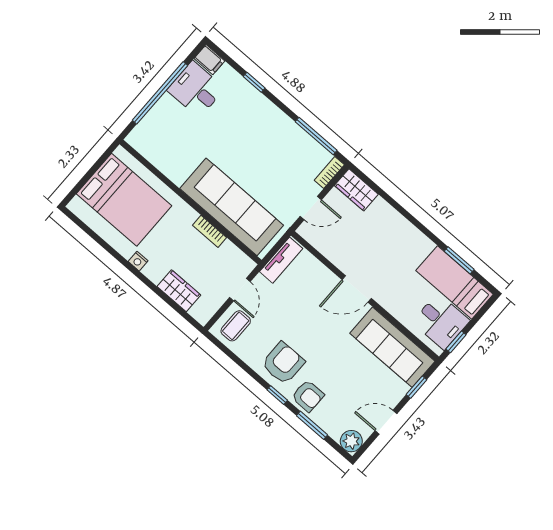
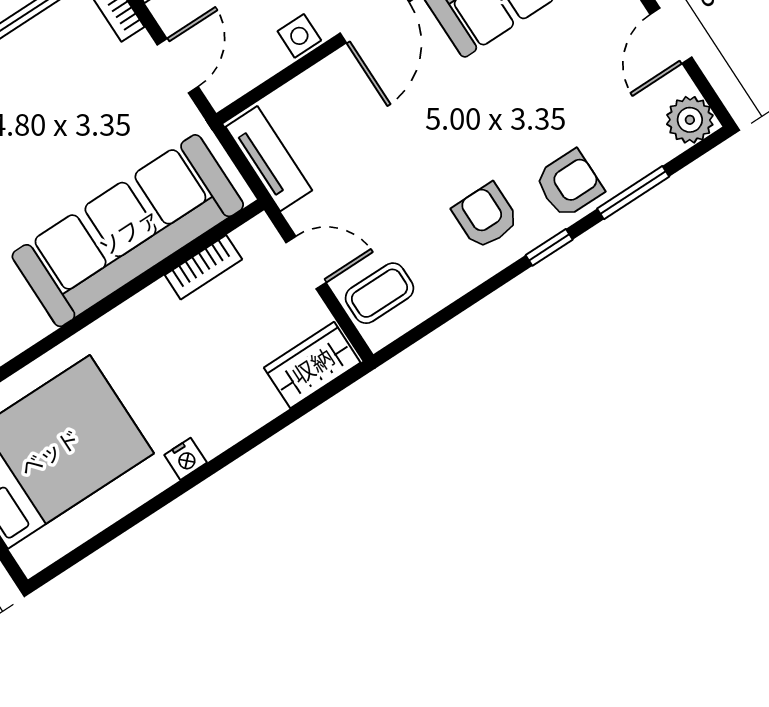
bookcase: (209, 231) -> (203, 267), moved
side table: (339, 258) -> (299, 36), added
wardrobe: (179, 291) -> (312, 365), moved
coffee table: (236, 326) -> (379, 293), turned 90
armchair: (283, 363) -> (486, 216), width x0.72, depth x0.72

